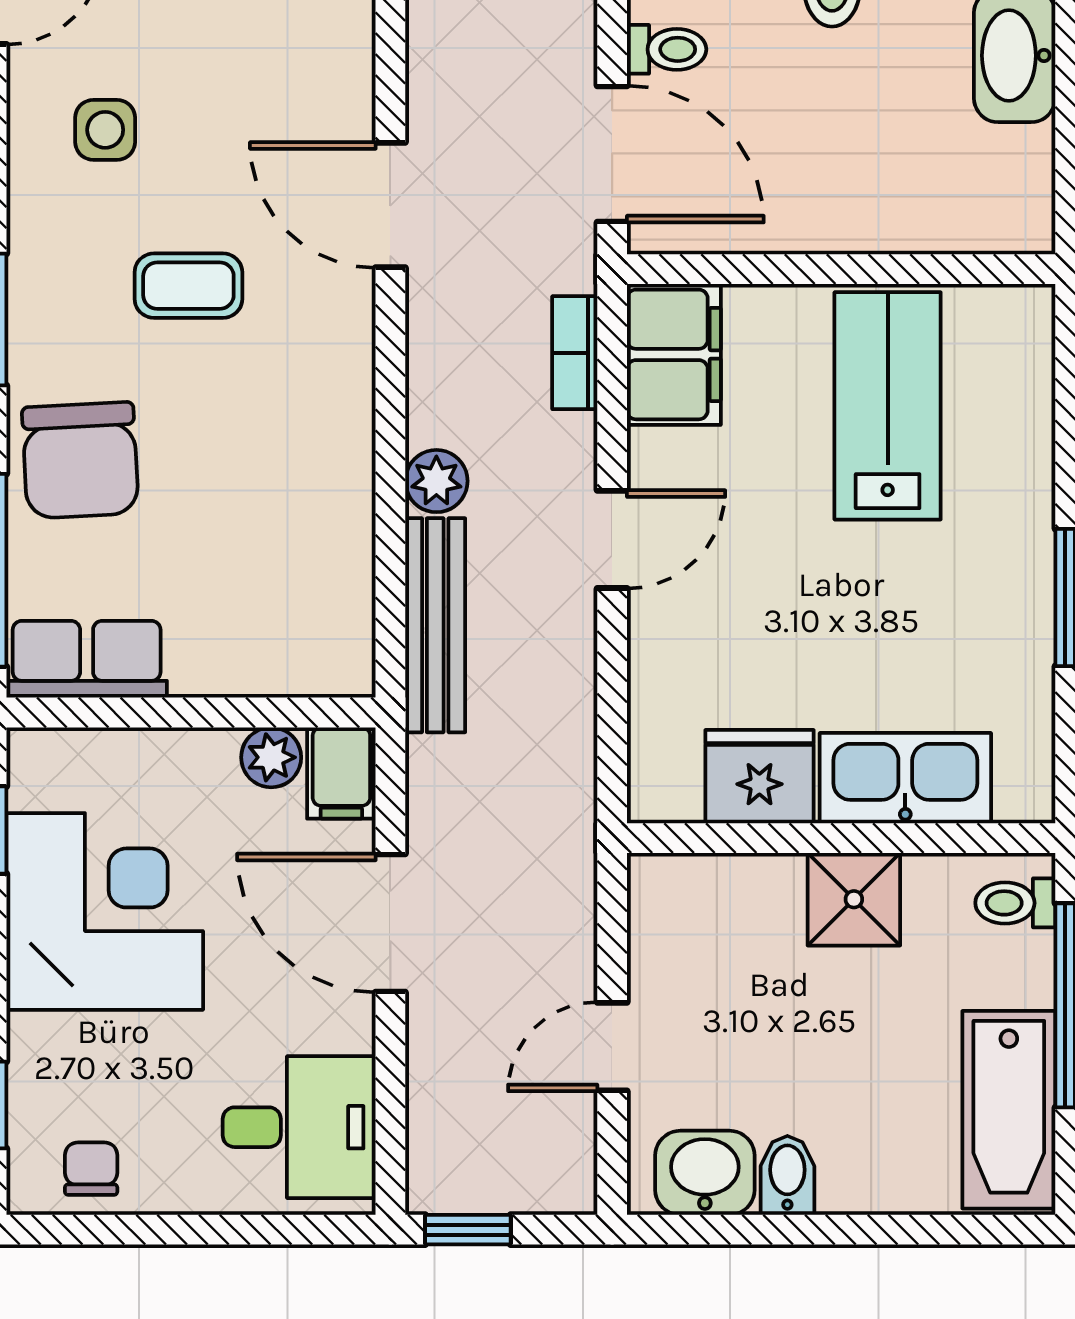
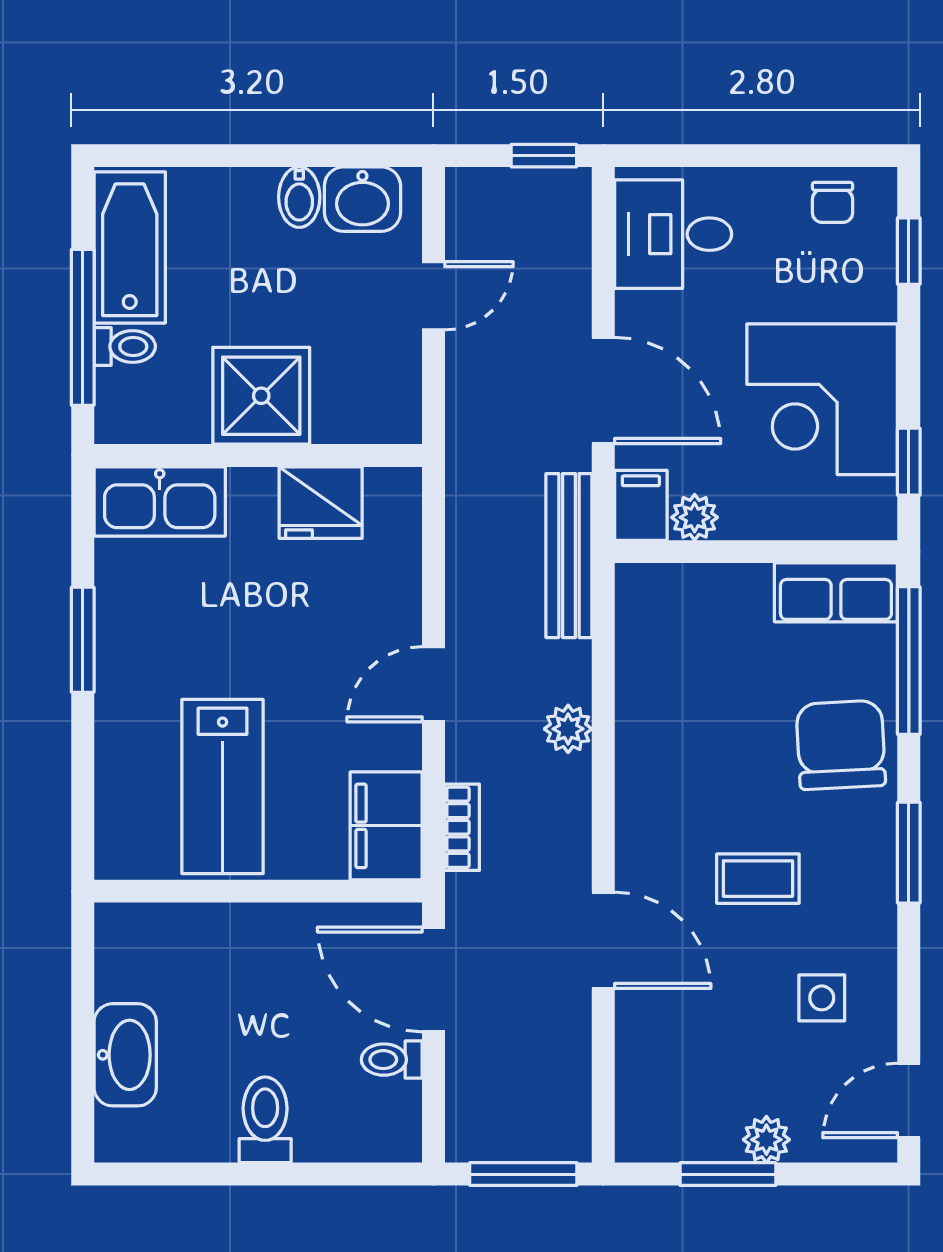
bench: (435, 625) -> (569, 556), moved
kitchen sink: (905, 778) -> (160, 501), moved
shower: (854, 899) -> (261, 396), width x1.36, depth x1.36
toilet: (1015, 903) -> (125, 346), moved

